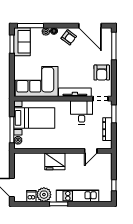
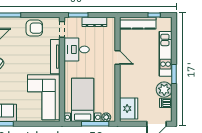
door: (91, 151) -> (117, 58), moved
fridge: (55, 161) -> (129, 108), moved
kitchen counter: (106, 170) -> (138, 23), added

